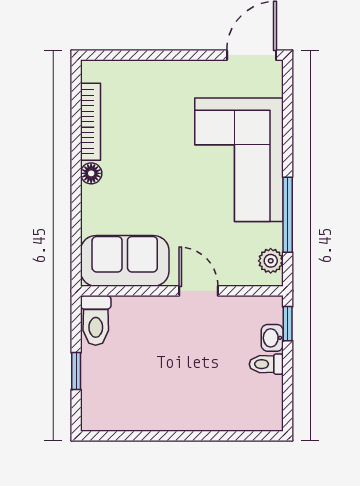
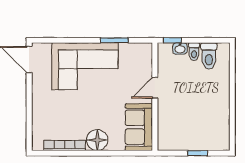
floor lamp: (91, 173) -> (97, 140), width x1.89, depth x1.89
window: (288, 215) -> (114, 40), width x0.69
plant: (271, 261) -> (139, 49), removed
toilet: (96, 320) -> (209, 56), moved, turned 90

